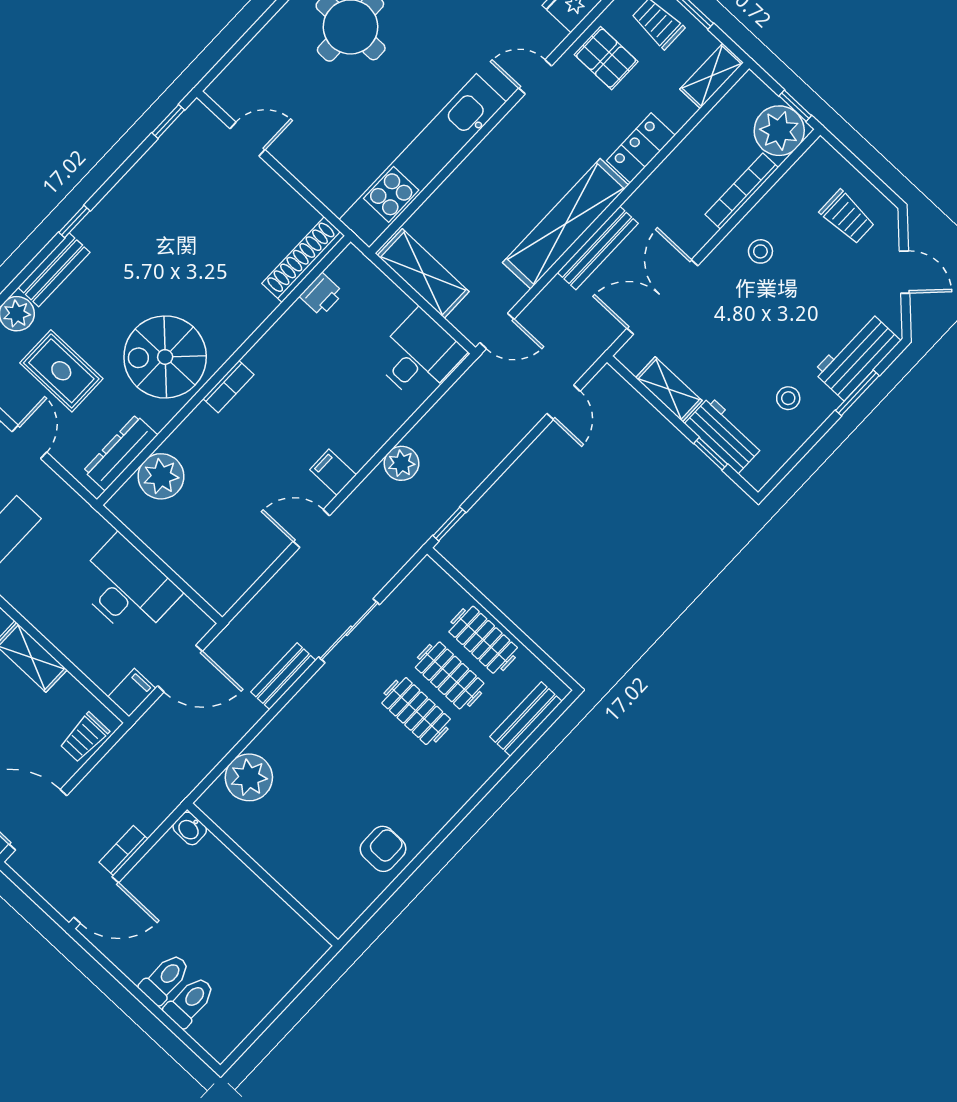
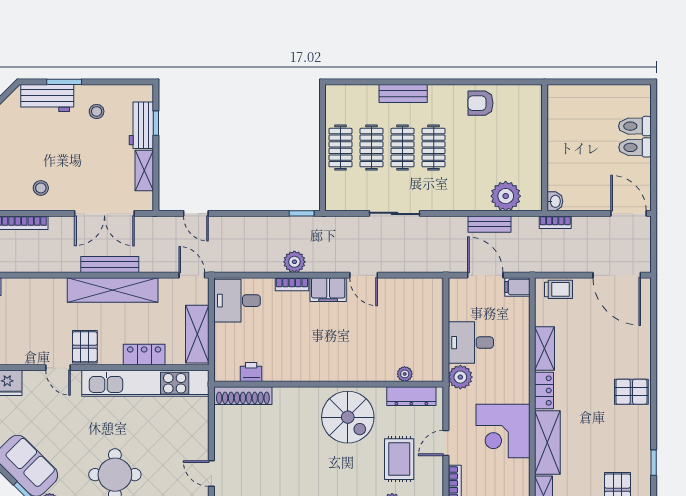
pallet: (606, 58) -> (85, 347), moved
locker: (641, 148) -> (144, 355), moved, turned 180
bookcase: (228, 387) -> (292, 284), moved, turned 180
door: (564, 402) -> (196, 213), swing flipped
filing cabinet: (333, 472) -> (328, 290), width x2.00
plant: (161, 476) -> (405, 374), width x0.53, depth x0.53
plant: (90, 530) -> (460, 377), added
desk: (127, 588) -> (471, 343), width x0.73
bench: (283, 676) -> (490, 224), moved
bench: (526, 719) -> (403, 93), moved
clothes rail: (383, 747) -> (434, 148), added
bookcase: (123, 851) -> (555, 222), moved

